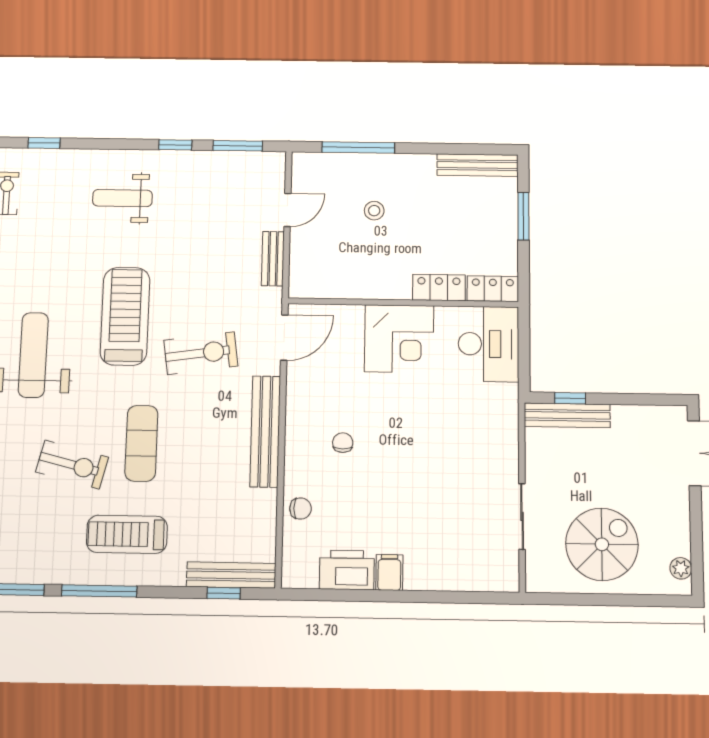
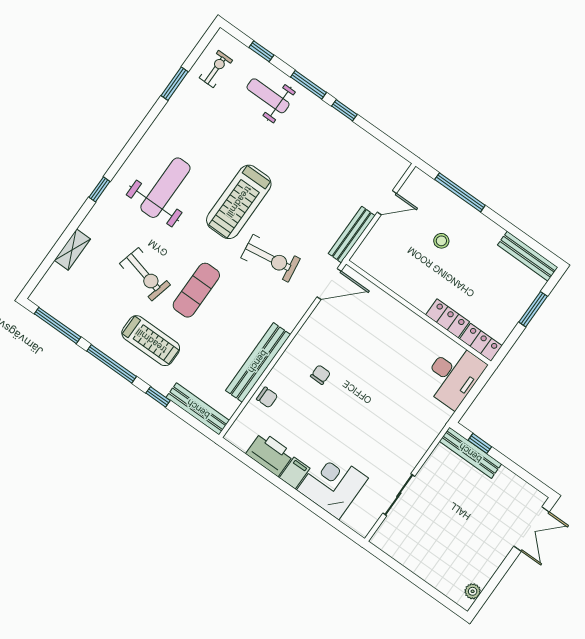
window: (238, 146) -> (309, 85), moved
weight bench: (122, 198) -> (268, 96), moved
bench: (273, 259) -> (352, 235), width x1.36
treadmill: (125, 316) -> (239, 202), turned 180
corner desk: (399, 339) -> (332, 484), moved, turned 180
bench: (265, 431) -> (258, 362), moved
treadmill: (127, 534) -> (151, 341), turned 180
spiral stairs: (602, 544) -> (435, 545), removed
window: (224, 593) -> (158, 397), moved

